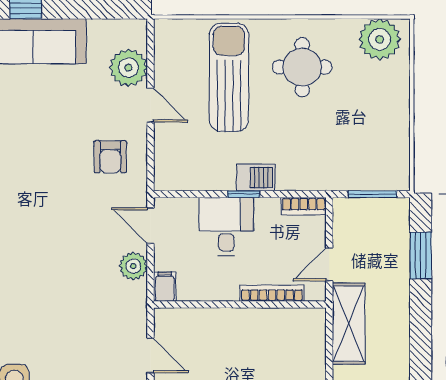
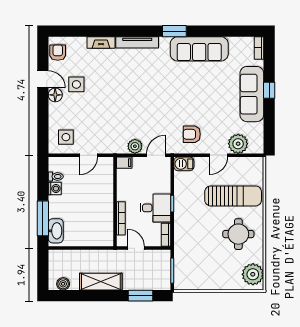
barbecue: (256, 177) -> (184, 164), moved, turned 90
desk: (226, 227) -> (155, 208), moved
shelving: (349, 324) -> (101, 282), moved

